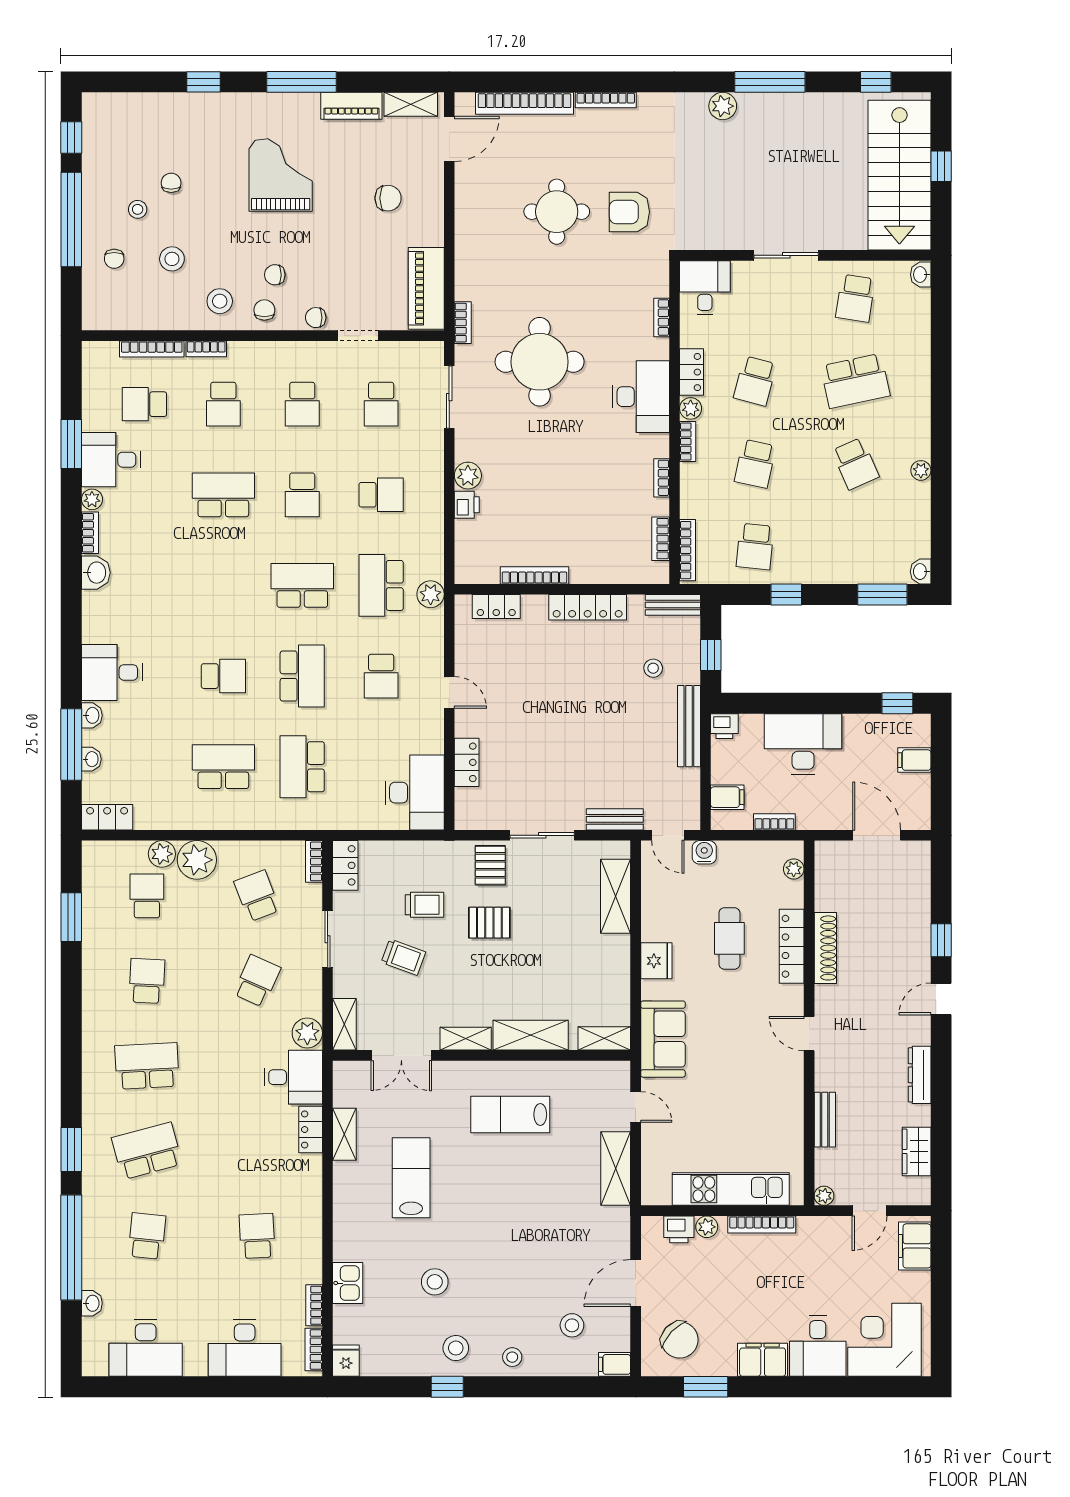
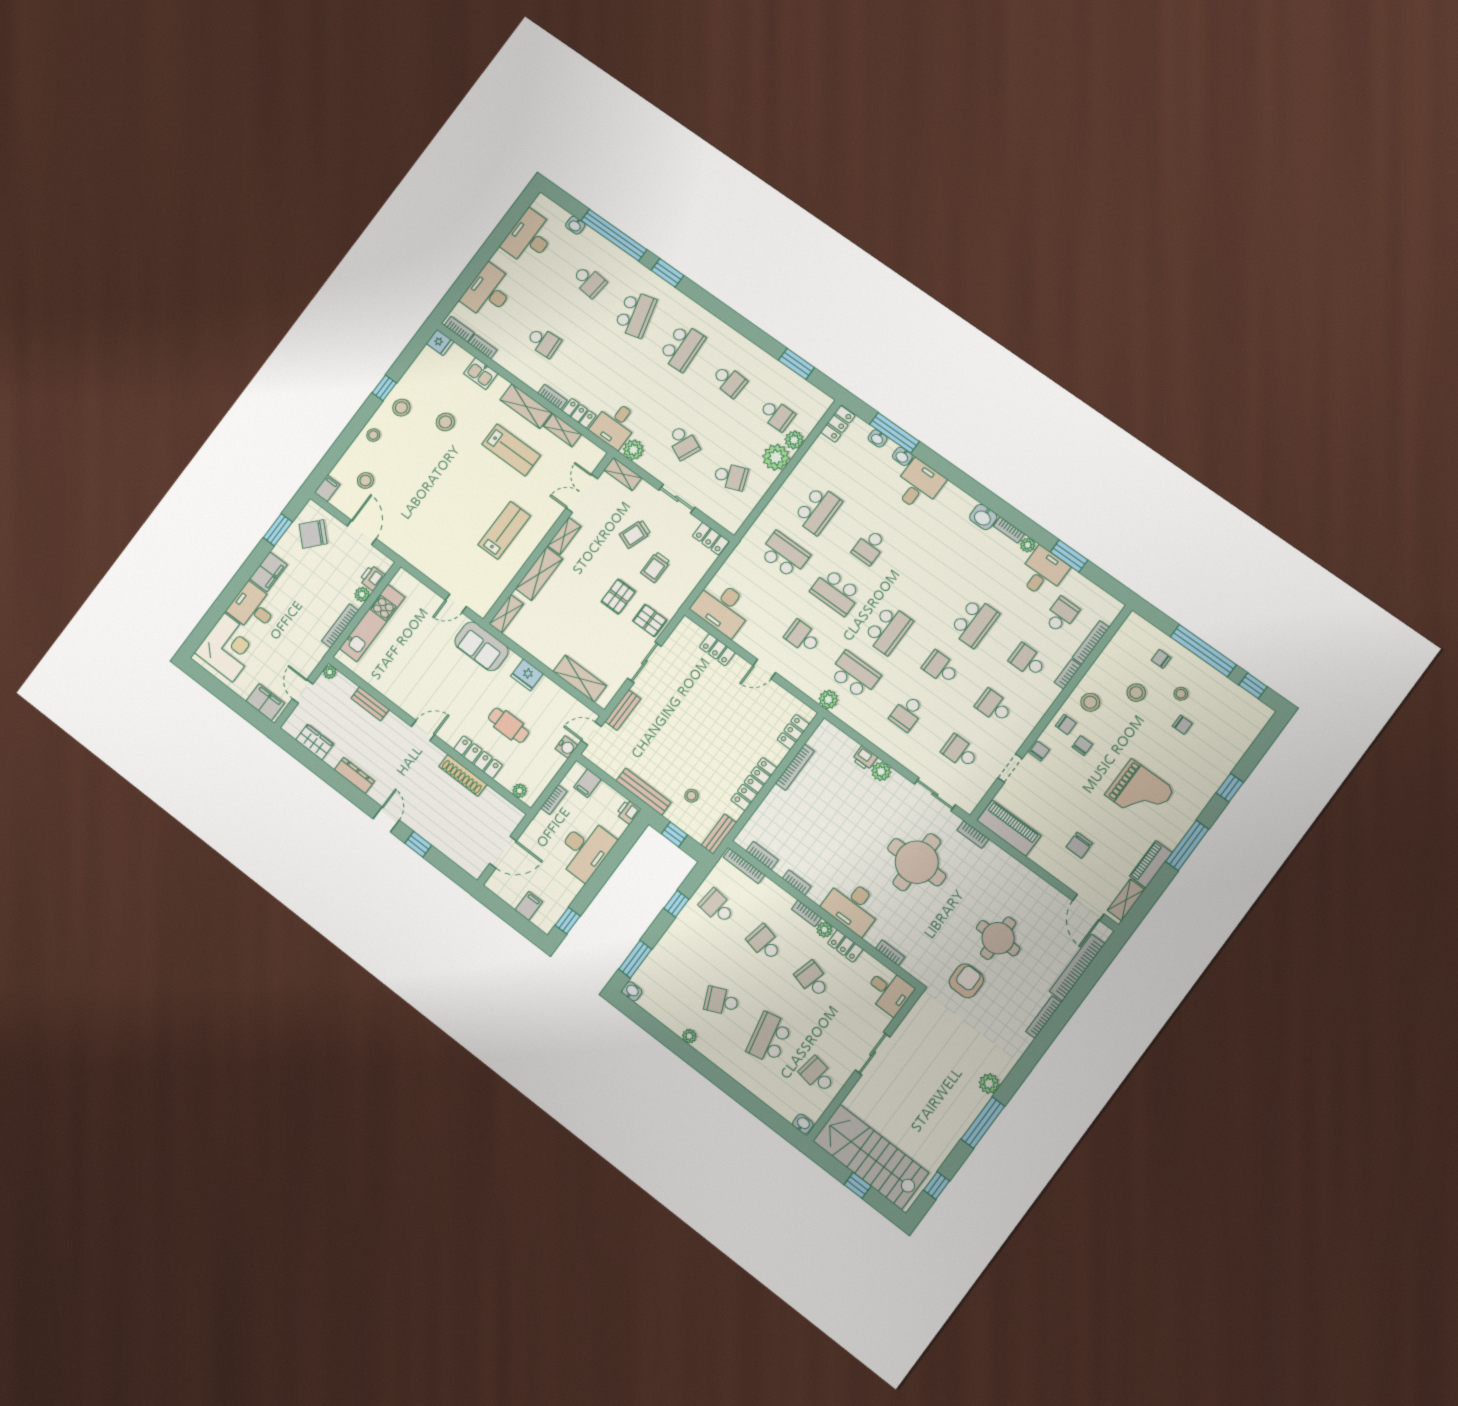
bookcase: (314, 861) -> (552, 397), moved
shelving: (616, 1168) -> (526, 406), moved

